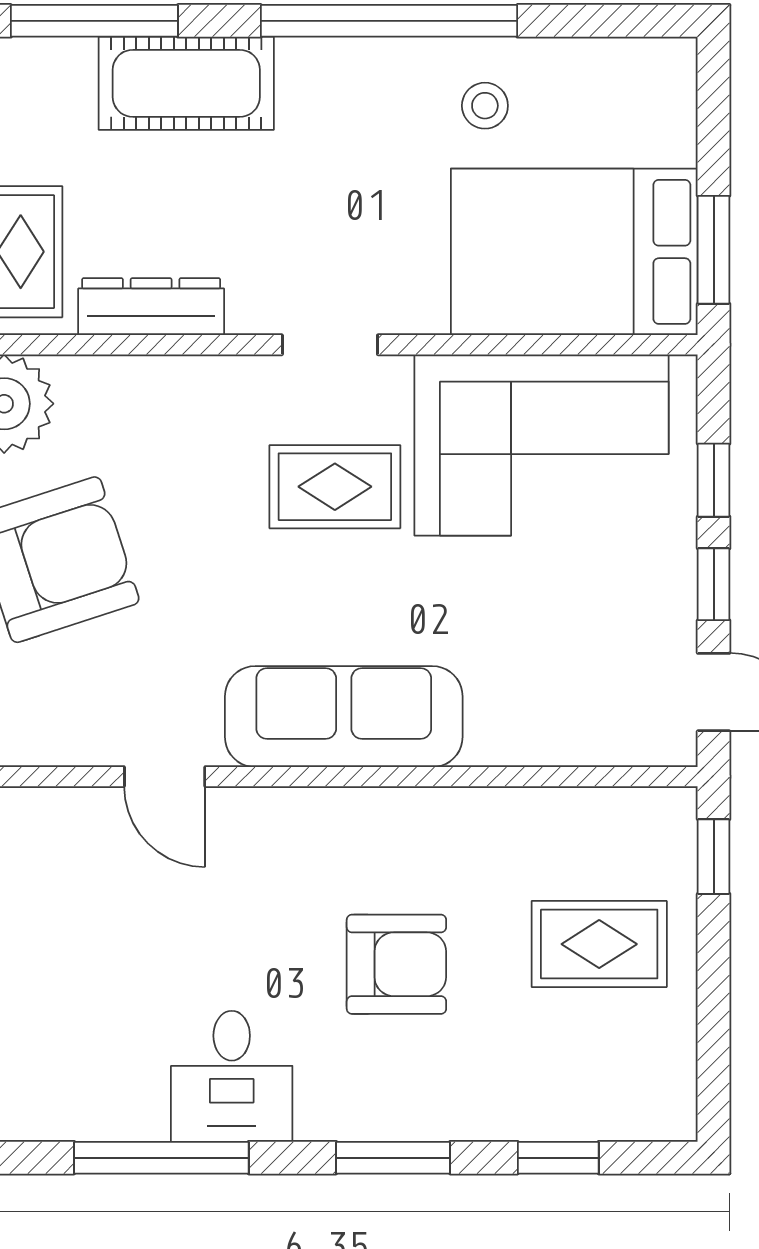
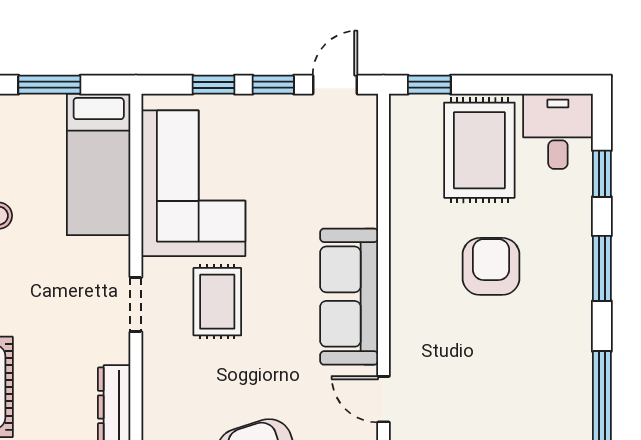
window: (714, 250) -> (49, 85), moved
bed: (574, 252) -> (99, 164), width x0.67
door: (165, 777) -> (383, 399), swing flipped
rug: (599, 944) -> (479, 150), width x1.36, depth x1.43
desk: (232, 1076) -> (558, 131), moved, turned -90

